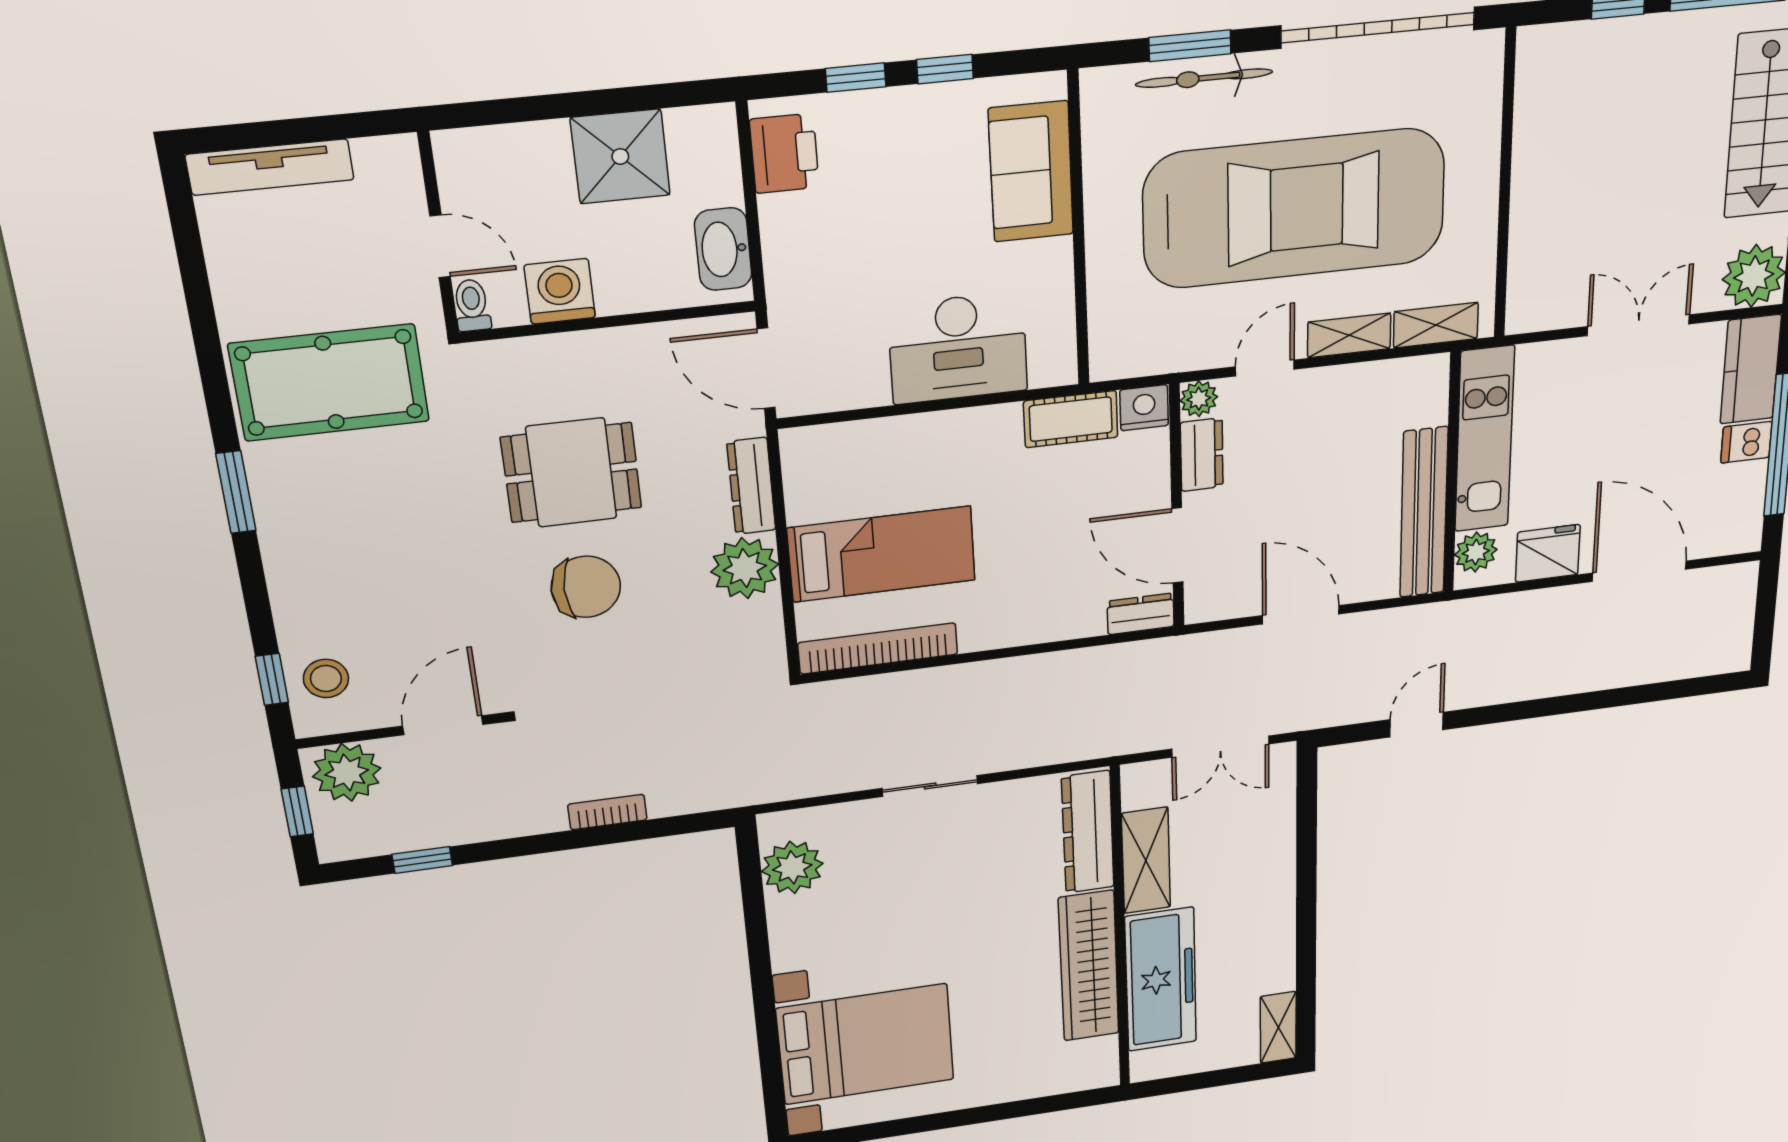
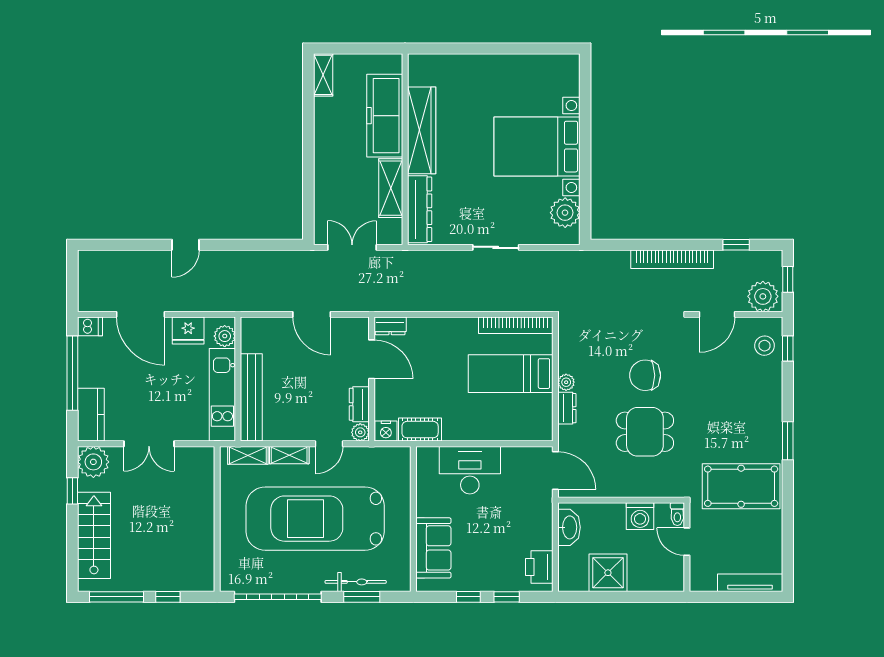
dishwasher: (1746, 442) -> (90, 326), moved
dresser: (751, 486) -> (567, 408), width x0.70
bench: (1424, 513) -> (251, 397), moved
plant: (745, 568) -> (566, 382), width x0.53, depth x0.53
door: (1417, 725) -> (186, 245), moved
bookcase: (607, 812) -> (672, 259), width x2.31, depth x1.31
bed with nightstands: (866, 1044) -> (537, 147), moved

